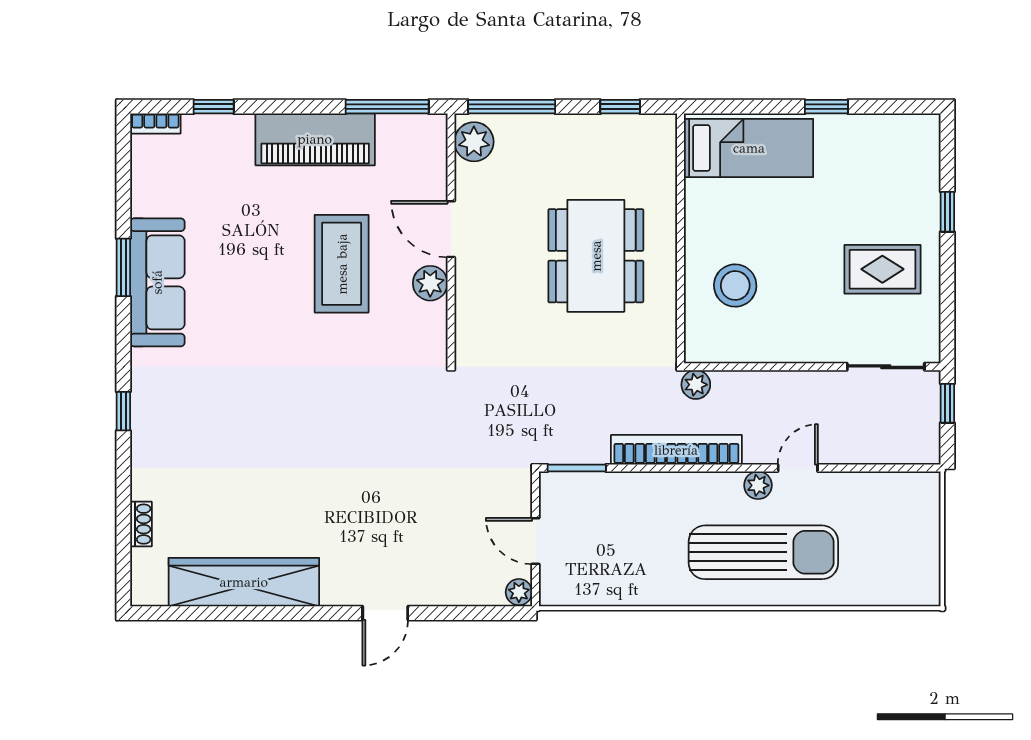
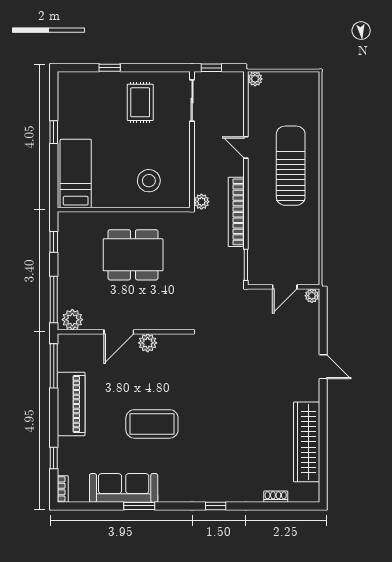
coffee table: (342, 264) -> (152, 424), moved
sofa: (157, 282) -> (124, 488), moved
plant: (758, 485) -> (255, 79), moved

